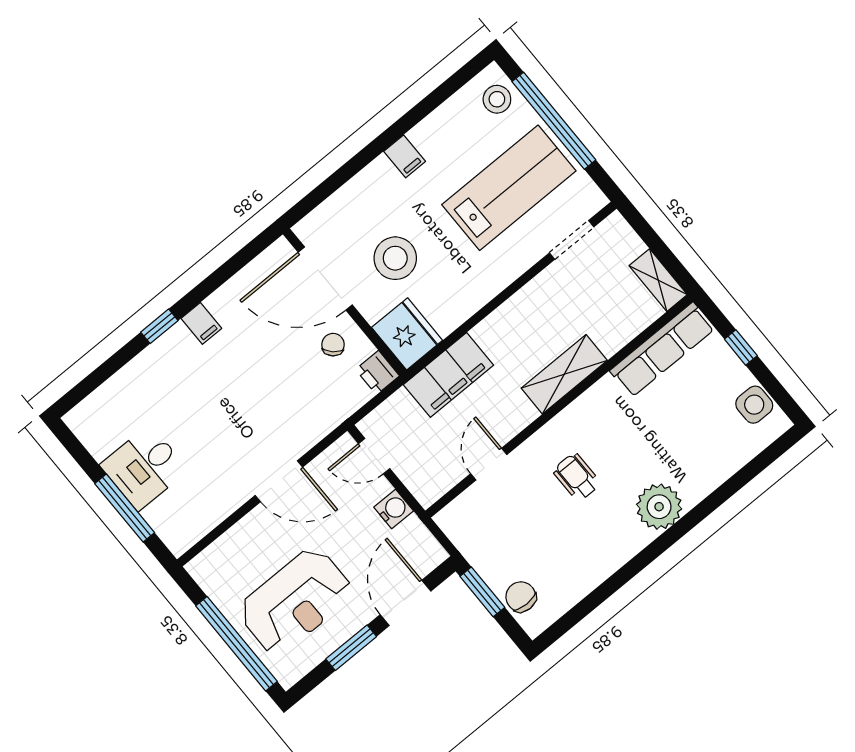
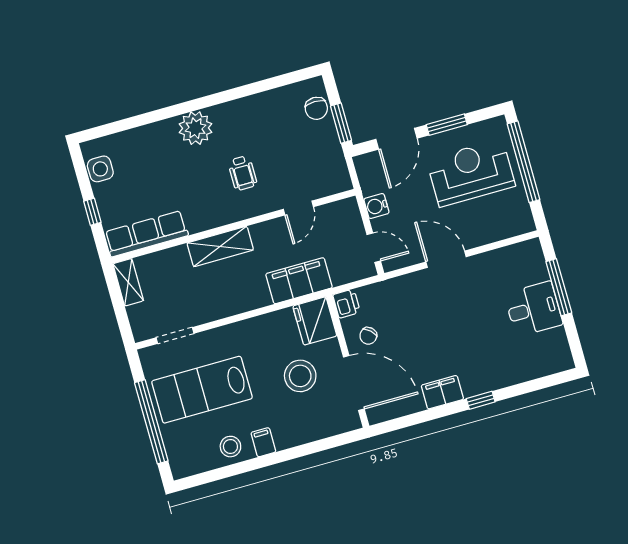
stool: (497, 99) -> (230, 447), moved
filing cabinet: (201, 323) -> (442, 392), width x2.00

